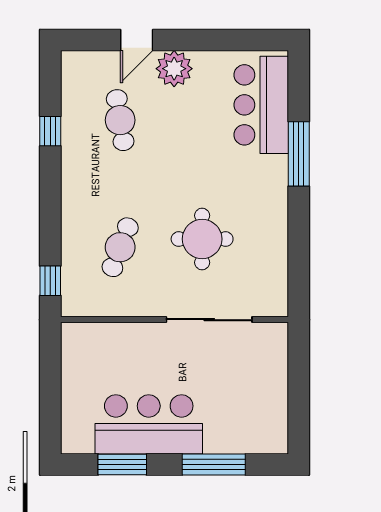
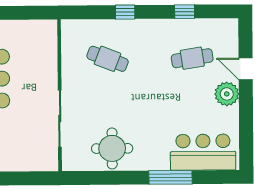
round table: (202, 239) -> (112, 148), moved
window: (50, 281) -> (125, 12), moved

